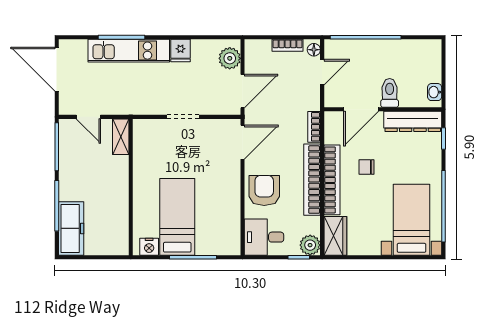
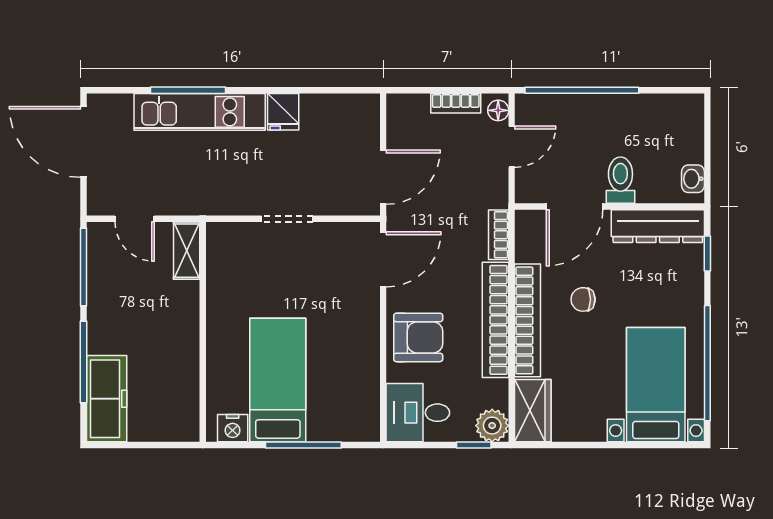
plant: (230, 58) -> (362, 124), removed
armchair: (264, 190) -> (418, 337), turned 90

